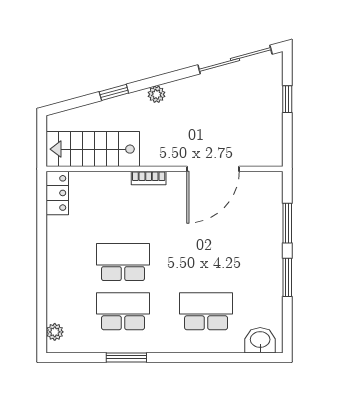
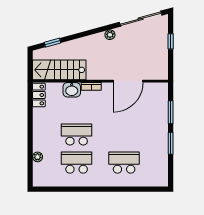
window: (114, 92) -> (53, 43), moved
plant: (157, 94) -> (110, 35), moved
plant: (55, 332) -> (38, 157), moved
washbasin: (260, 340) -> (72, 90), moved, turned 180
window: (126, 357) -> (78, 189), removed

